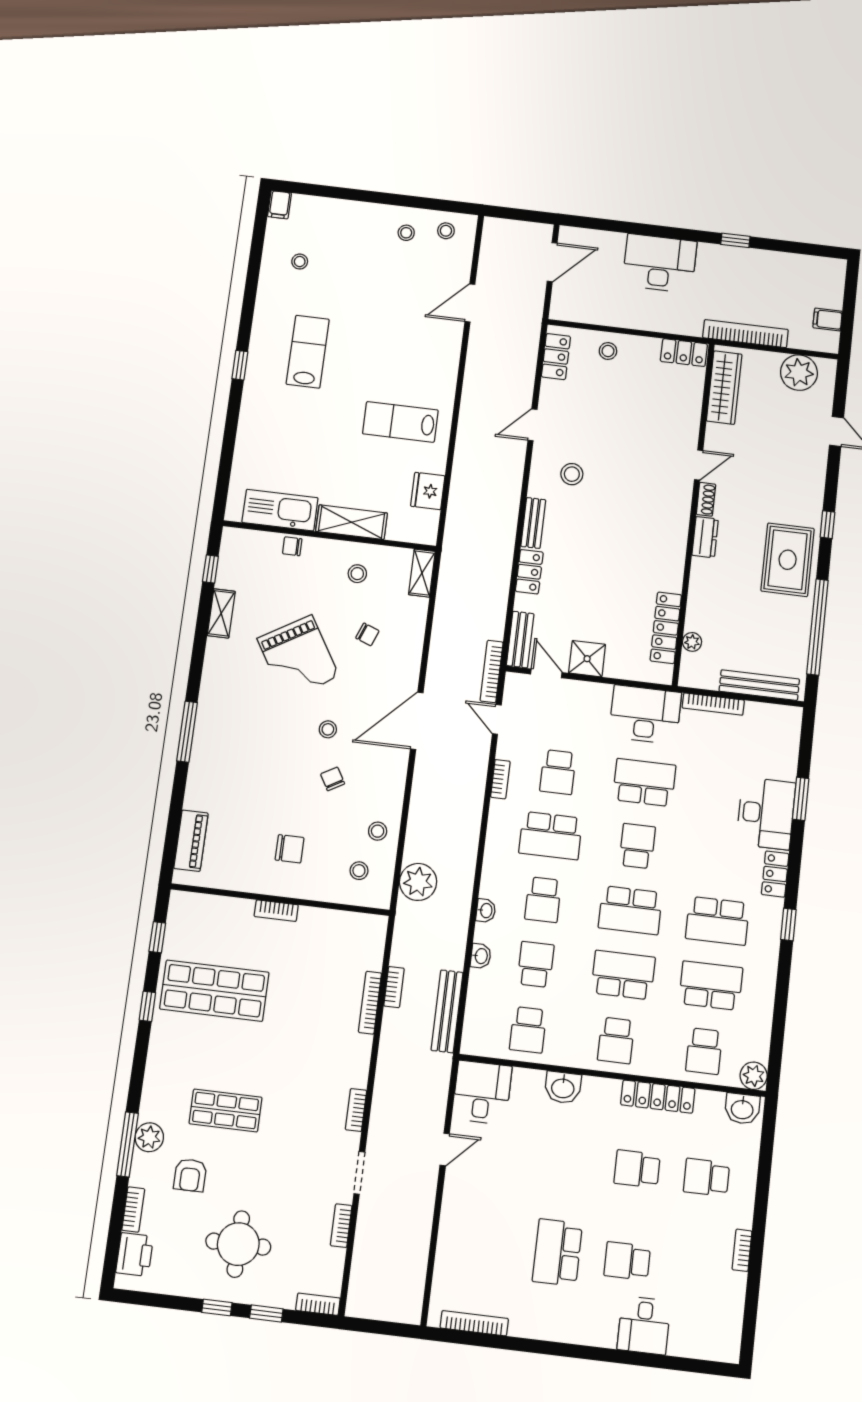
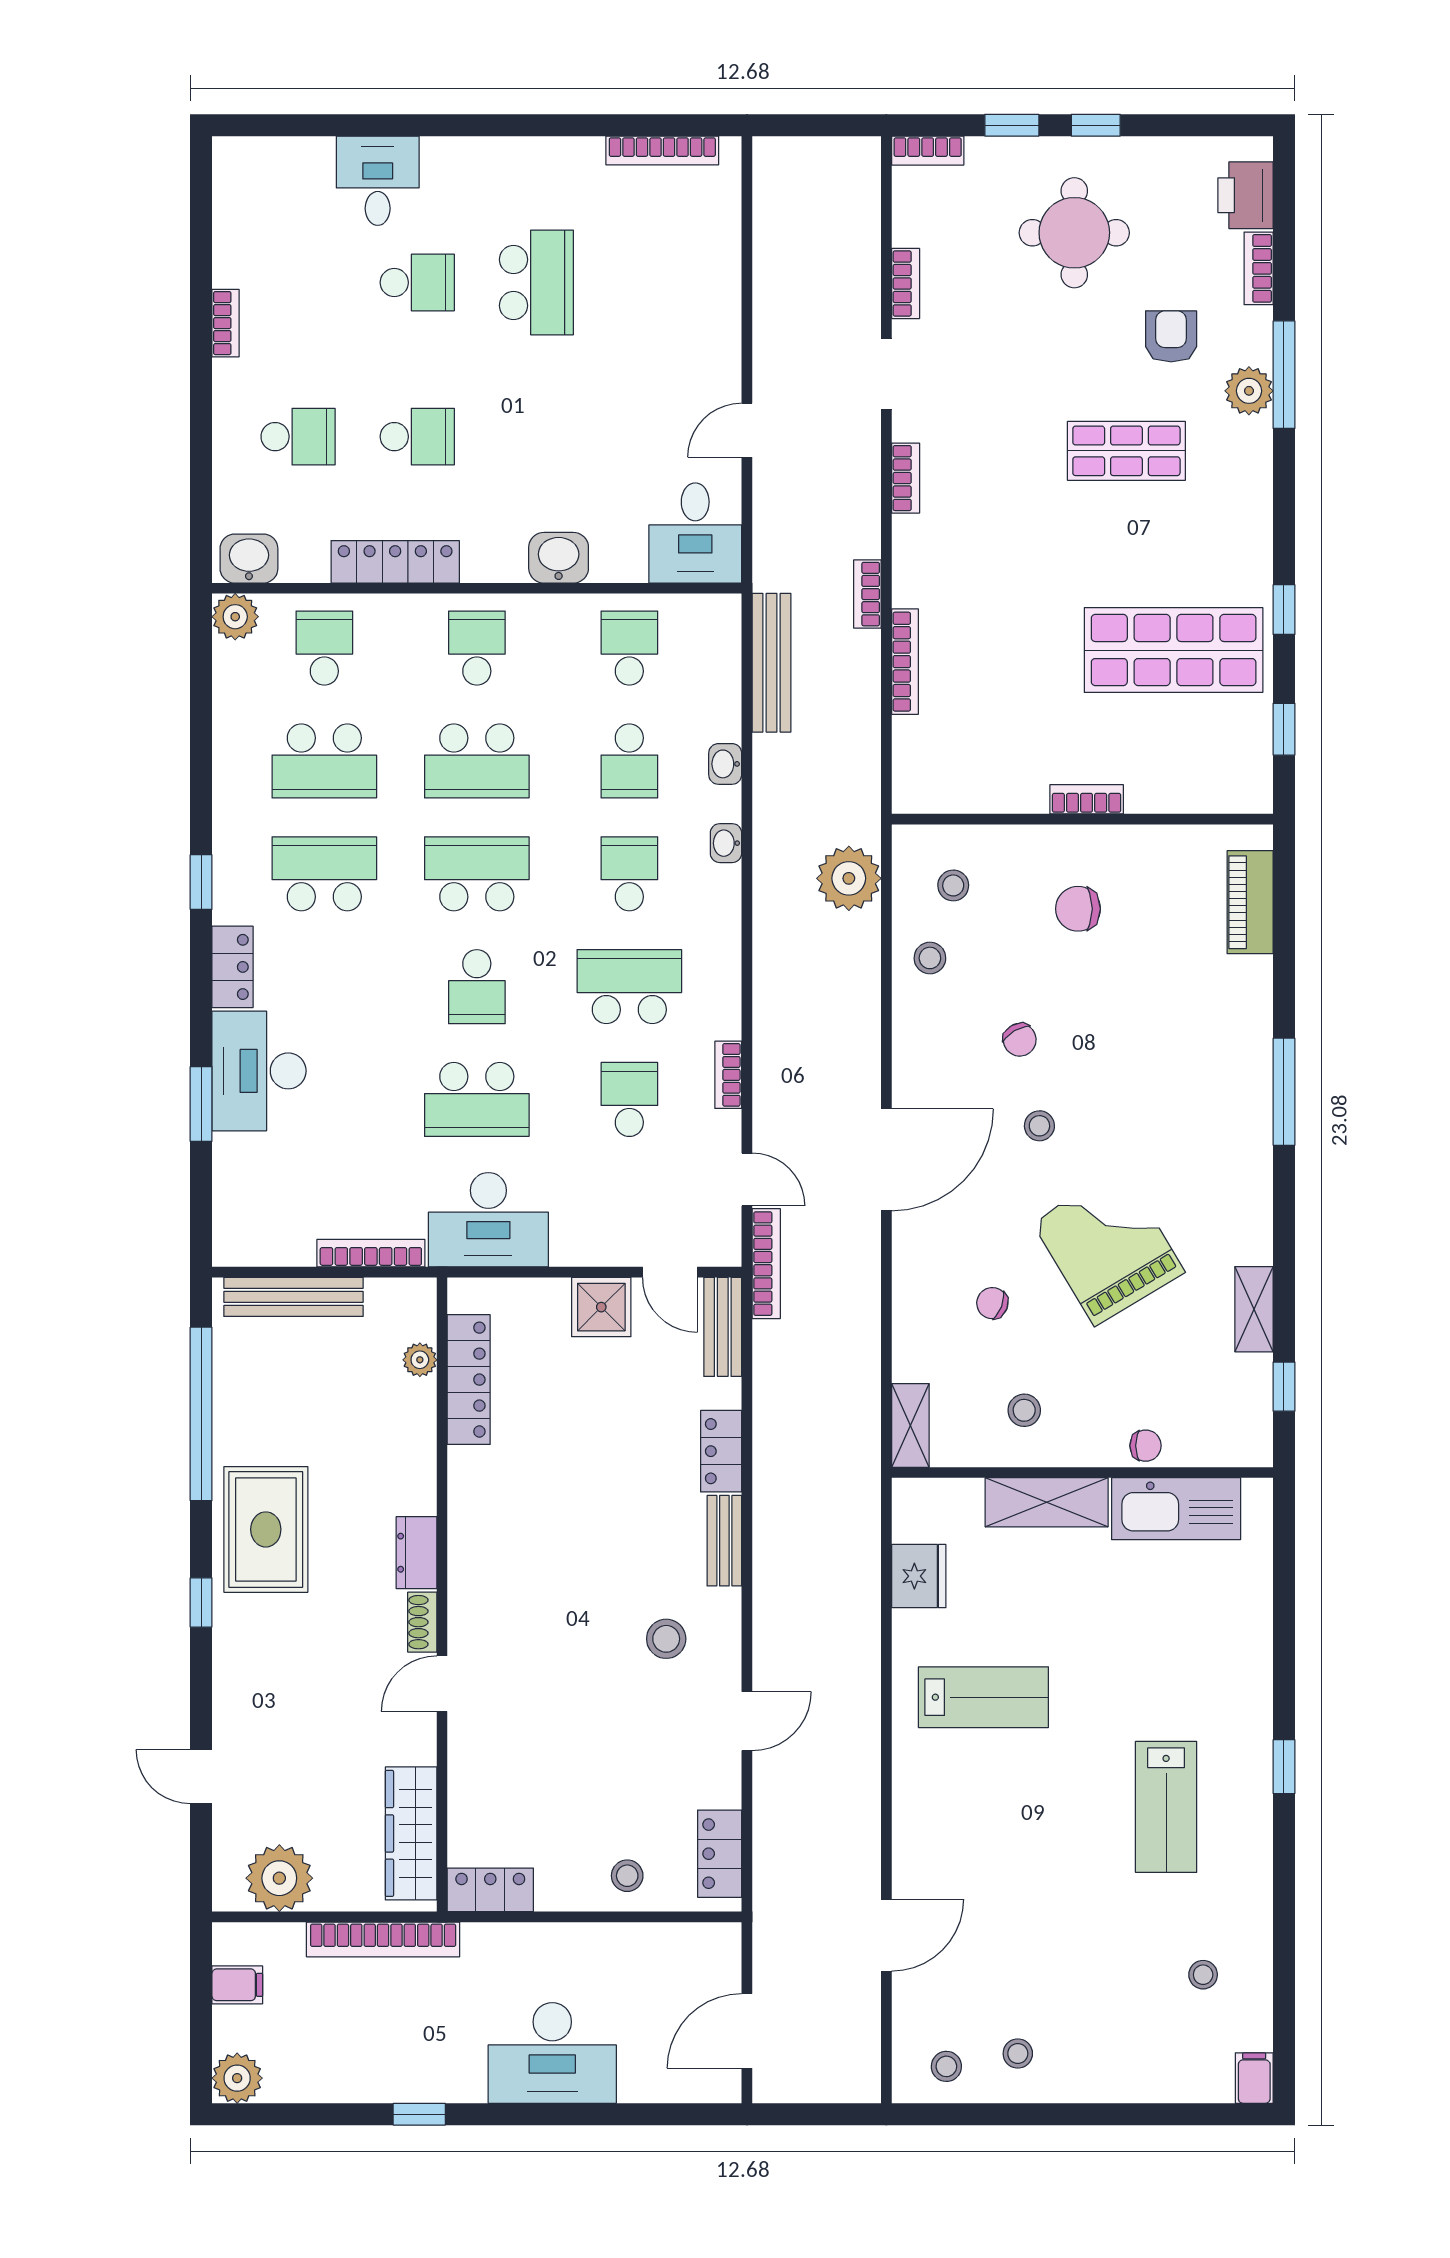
plant: (832, 271) -> (237, 2078), added
bookcase: (394, 987) -> (867, 594), moved

